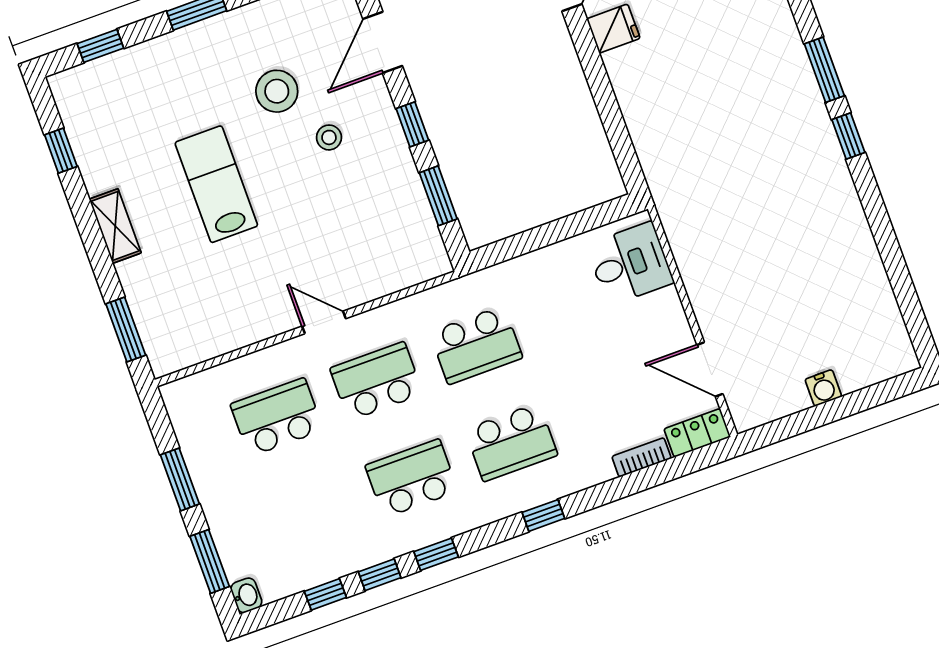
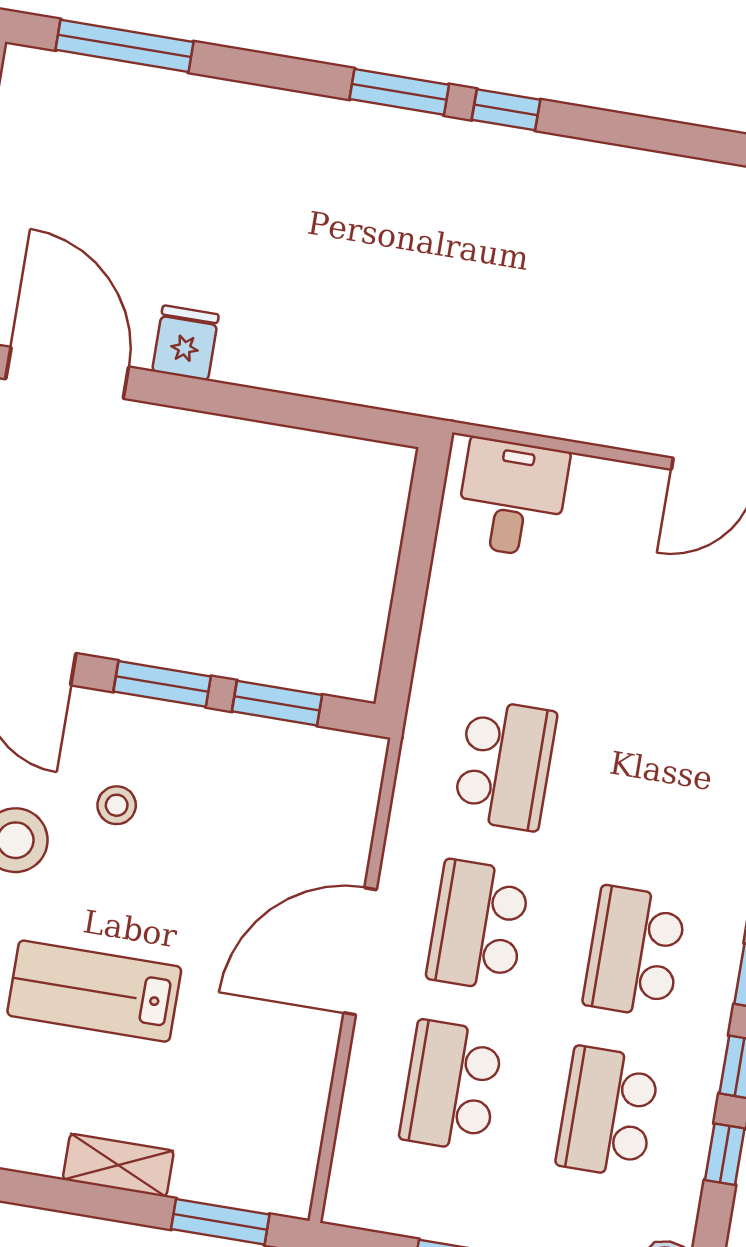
window: (412, 124) -> (162, 684), width x1.50
shelving: (115, 226) -> (118, 1165), moved
door: (324, 322) -> (360, 951), width x1.88
school desk: (511, 442) -> (608, 1112), moved, turned 180

